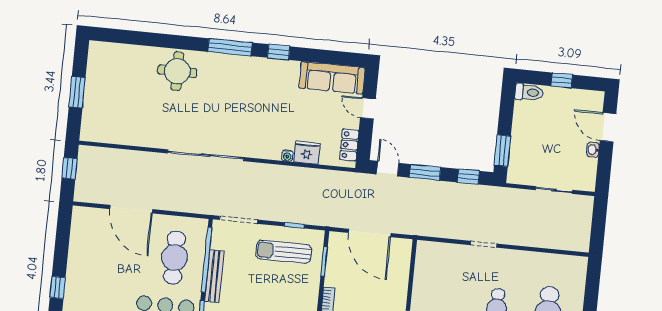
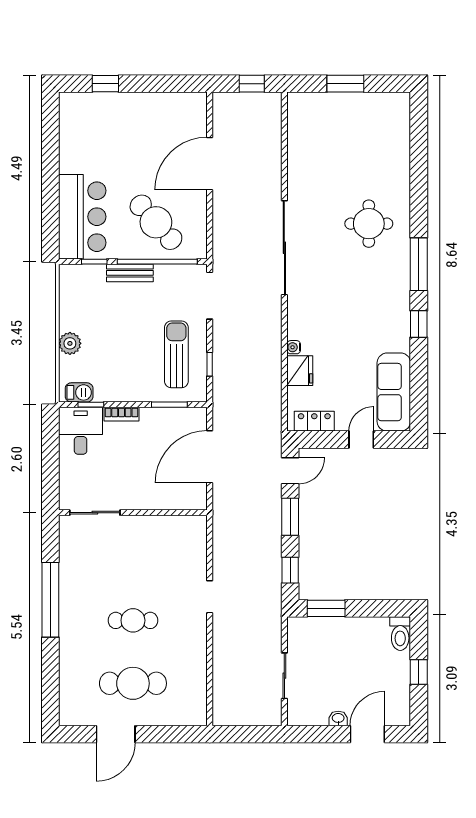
round table: (177, 71) -> (369, 224), moved
cafe table: (175, 258) -> (156, 222), turned 48
bench: (214, 276) -> (130, 273), width x0.73

